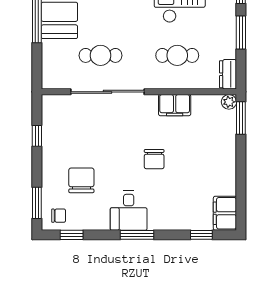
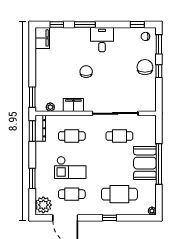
window: (241, 32) -> (32, 131), moved
dresser: (228, 74) -> (40, 128), width x1.44
plant: (229, 102) -> (50, 107), moved
window: (37, 136) -> (159, 71), moved
chair: (81, 180) -> (145, 67), moved, turned 180
window: (137, 235) -> (85, 25), moved

